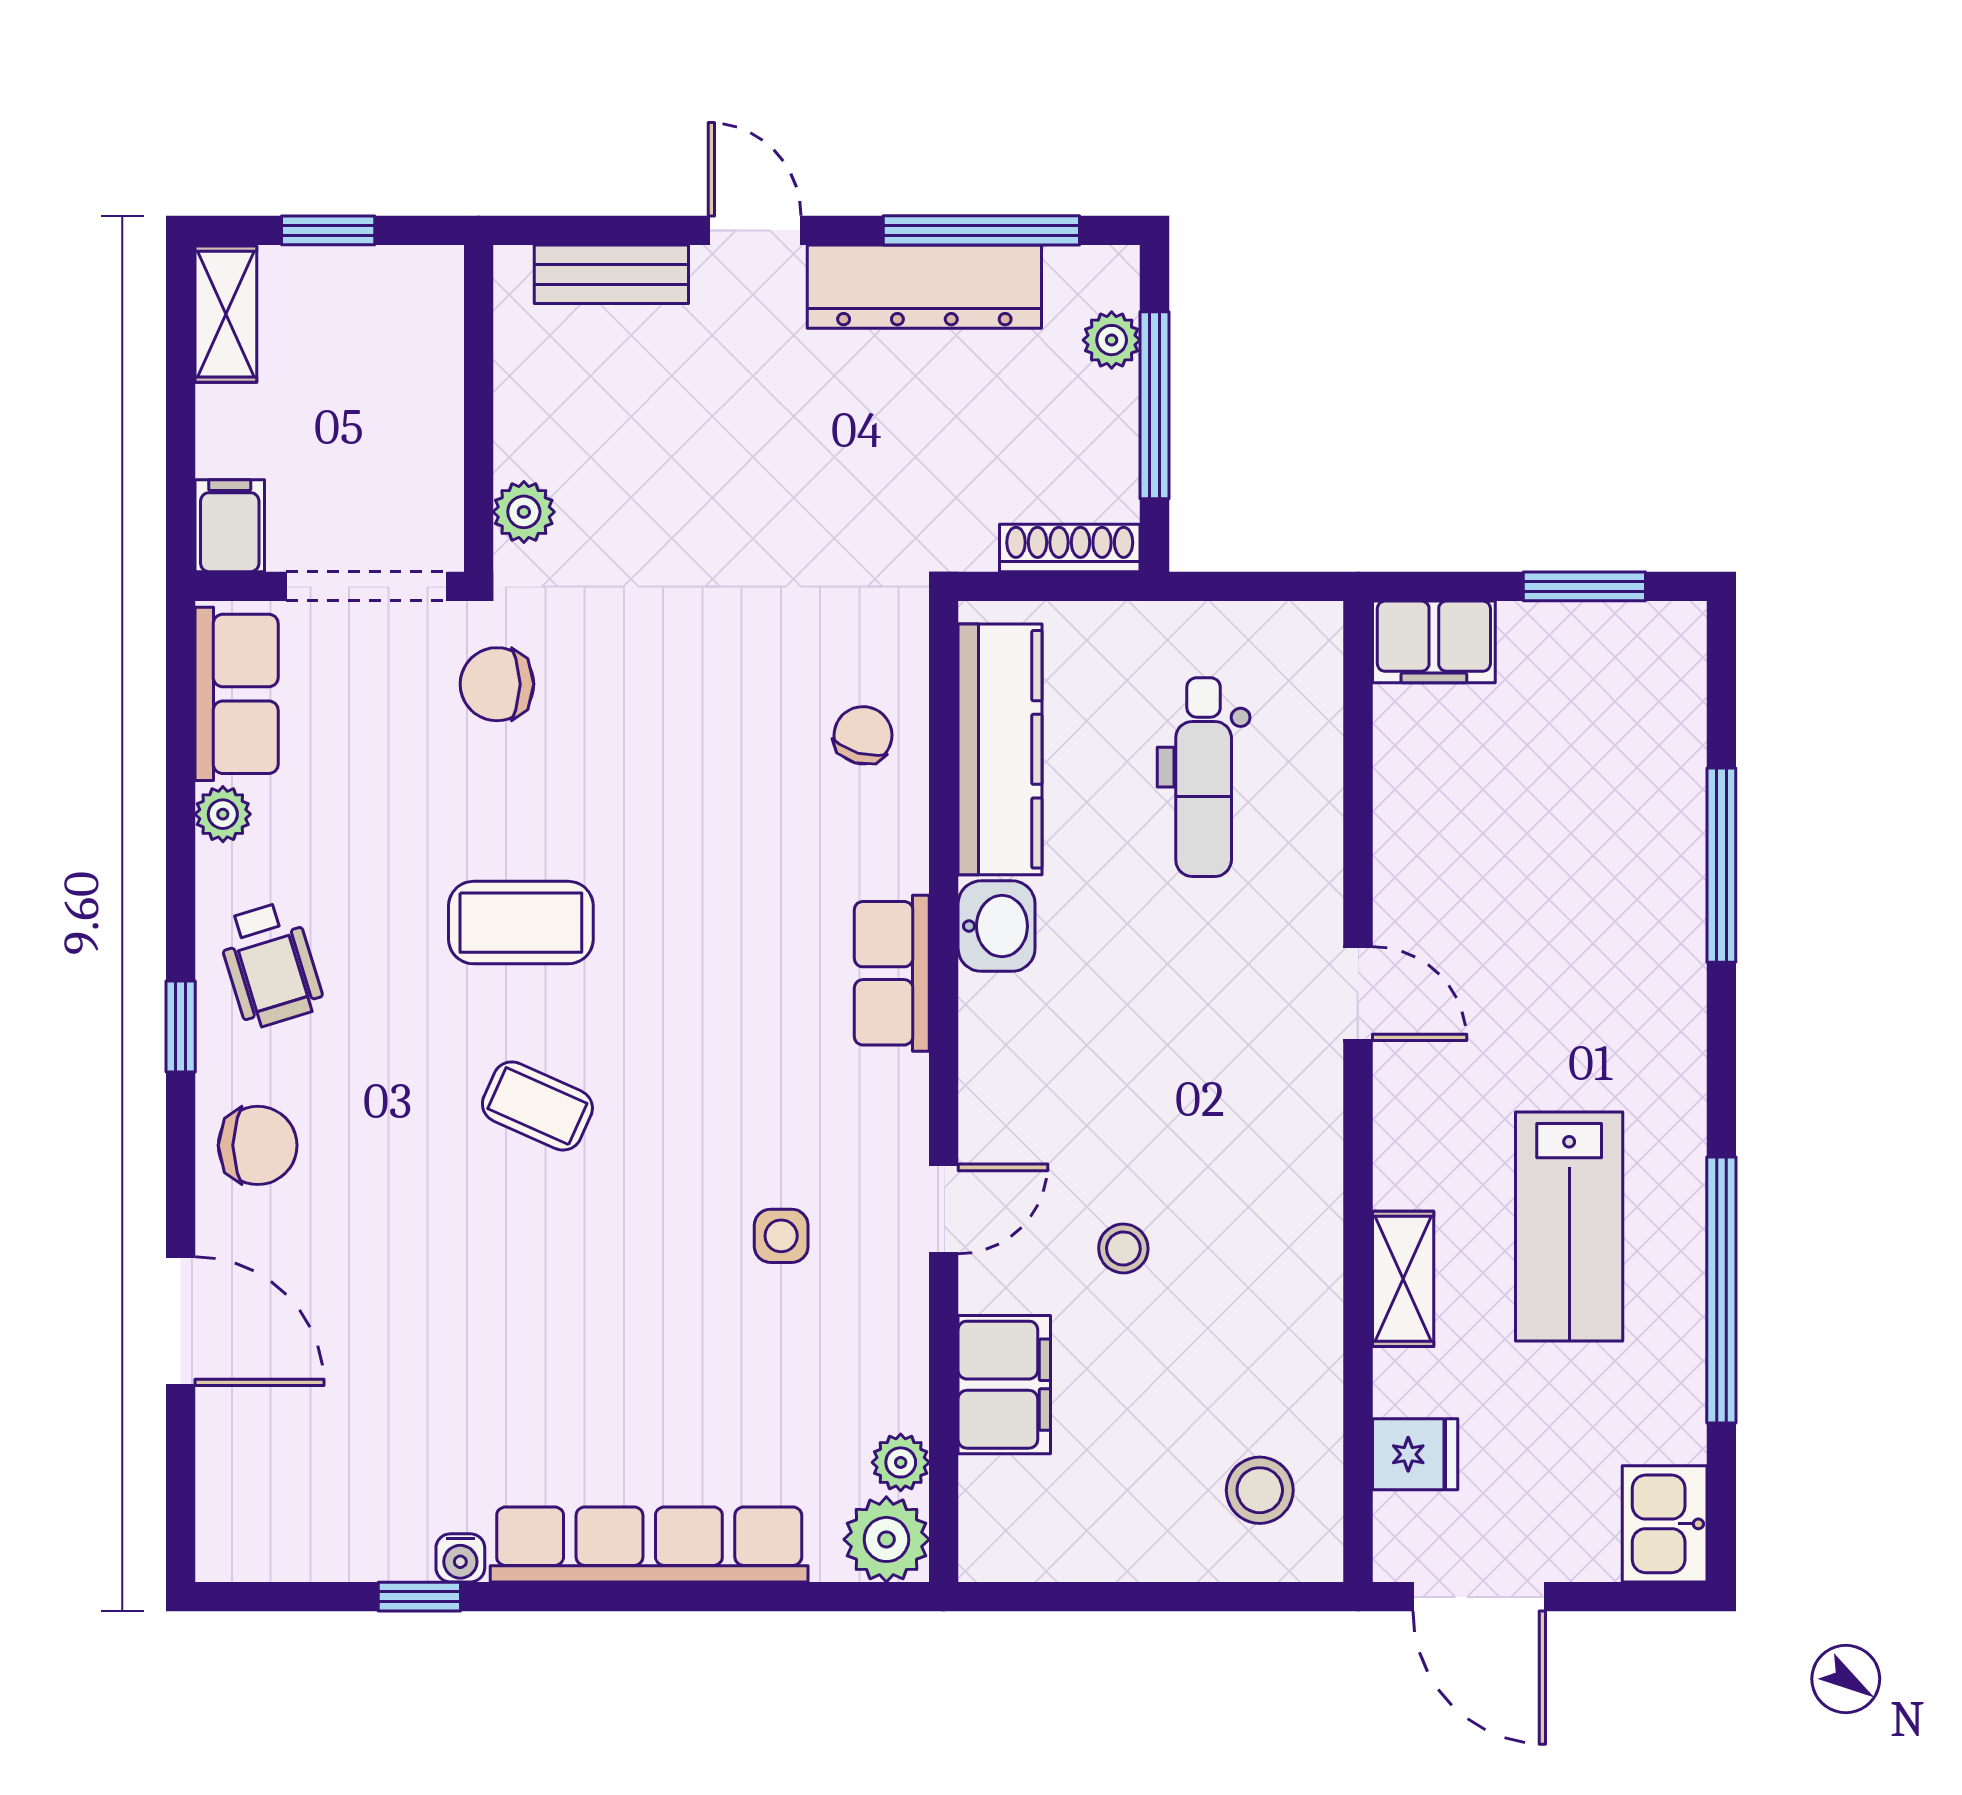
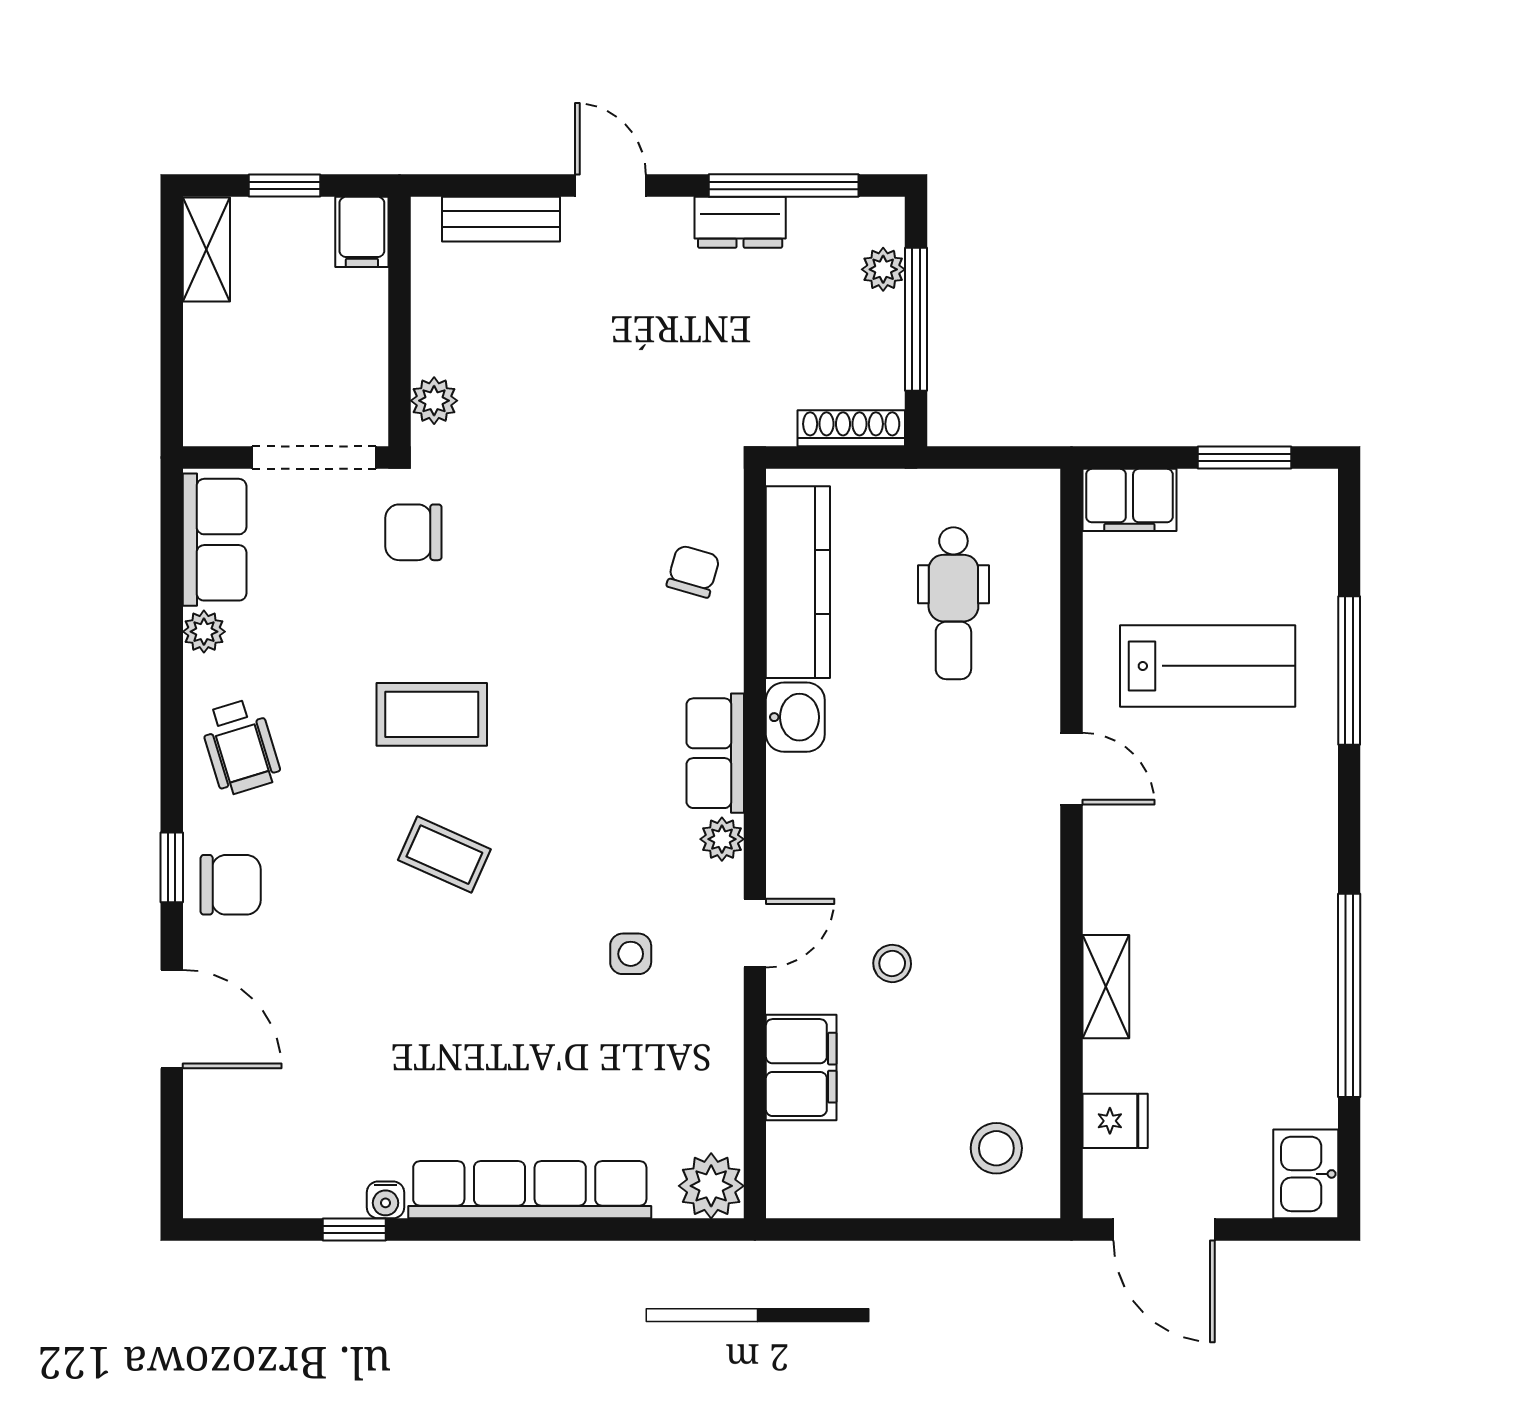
dresser: (924, 287) -> (740, 222), width x0.51, depth x0.80
filing cabinet: (230, 526) -> (362, 232), moved, turned 180
window: (181, 1026) -> (172, 867), moved
lab bench: (1569, 1227) -> (1208, 666), moved, turned -90
plant: (901, 1462) -> (722, 839), moved

